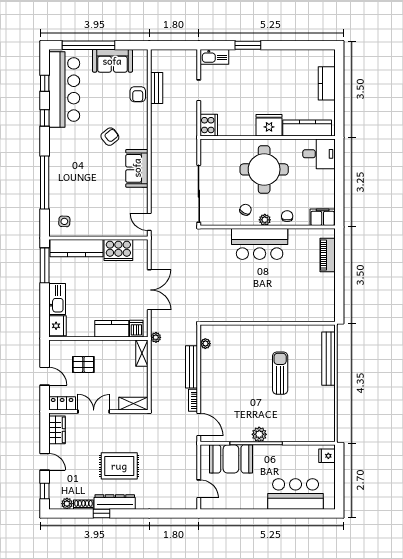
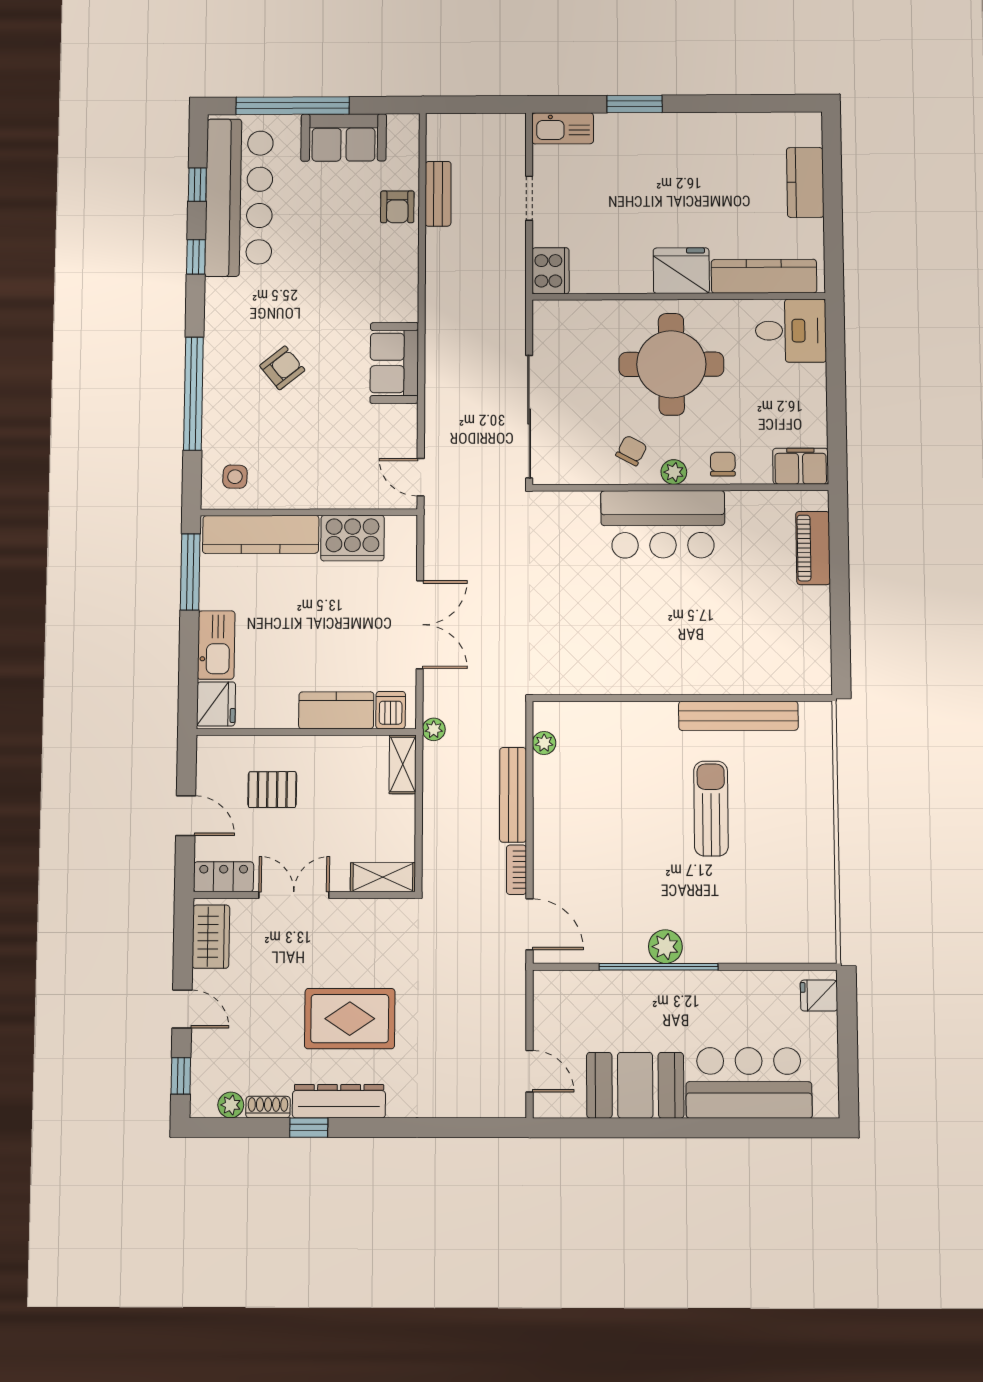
armchair: (110, 137) -> (282, 368), moved
bench: (329, 359) -> (738, 716), moved, turned 90
booth: (231, 459) -> (635, 1085), moved

